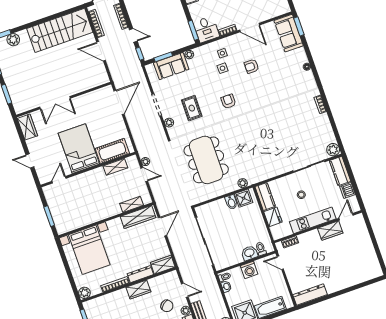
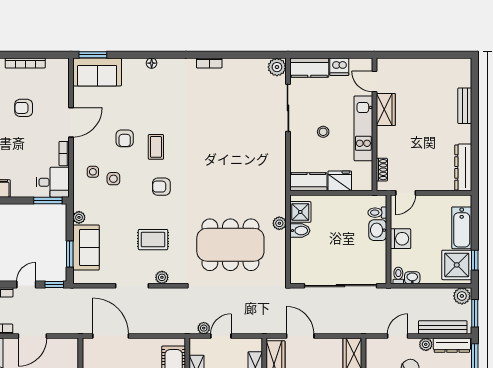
coffee table: (253, 89) -> (156, 147), added
plant: (243, 183) -> (279, 223), moved
bench: (351, 281) -> (465, 106), added

